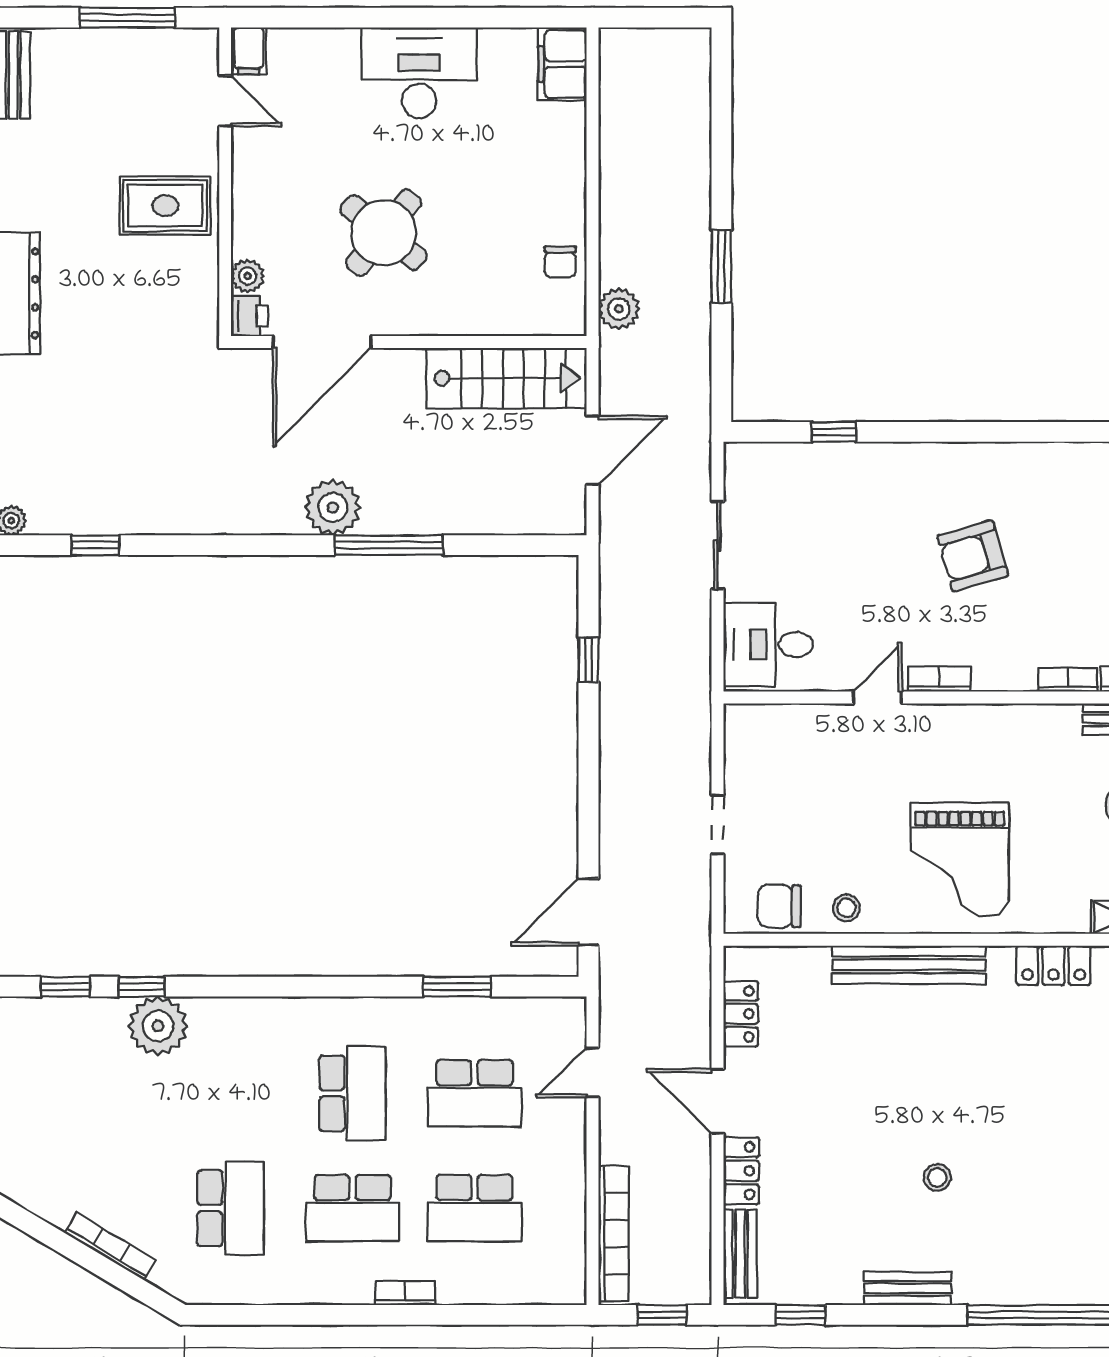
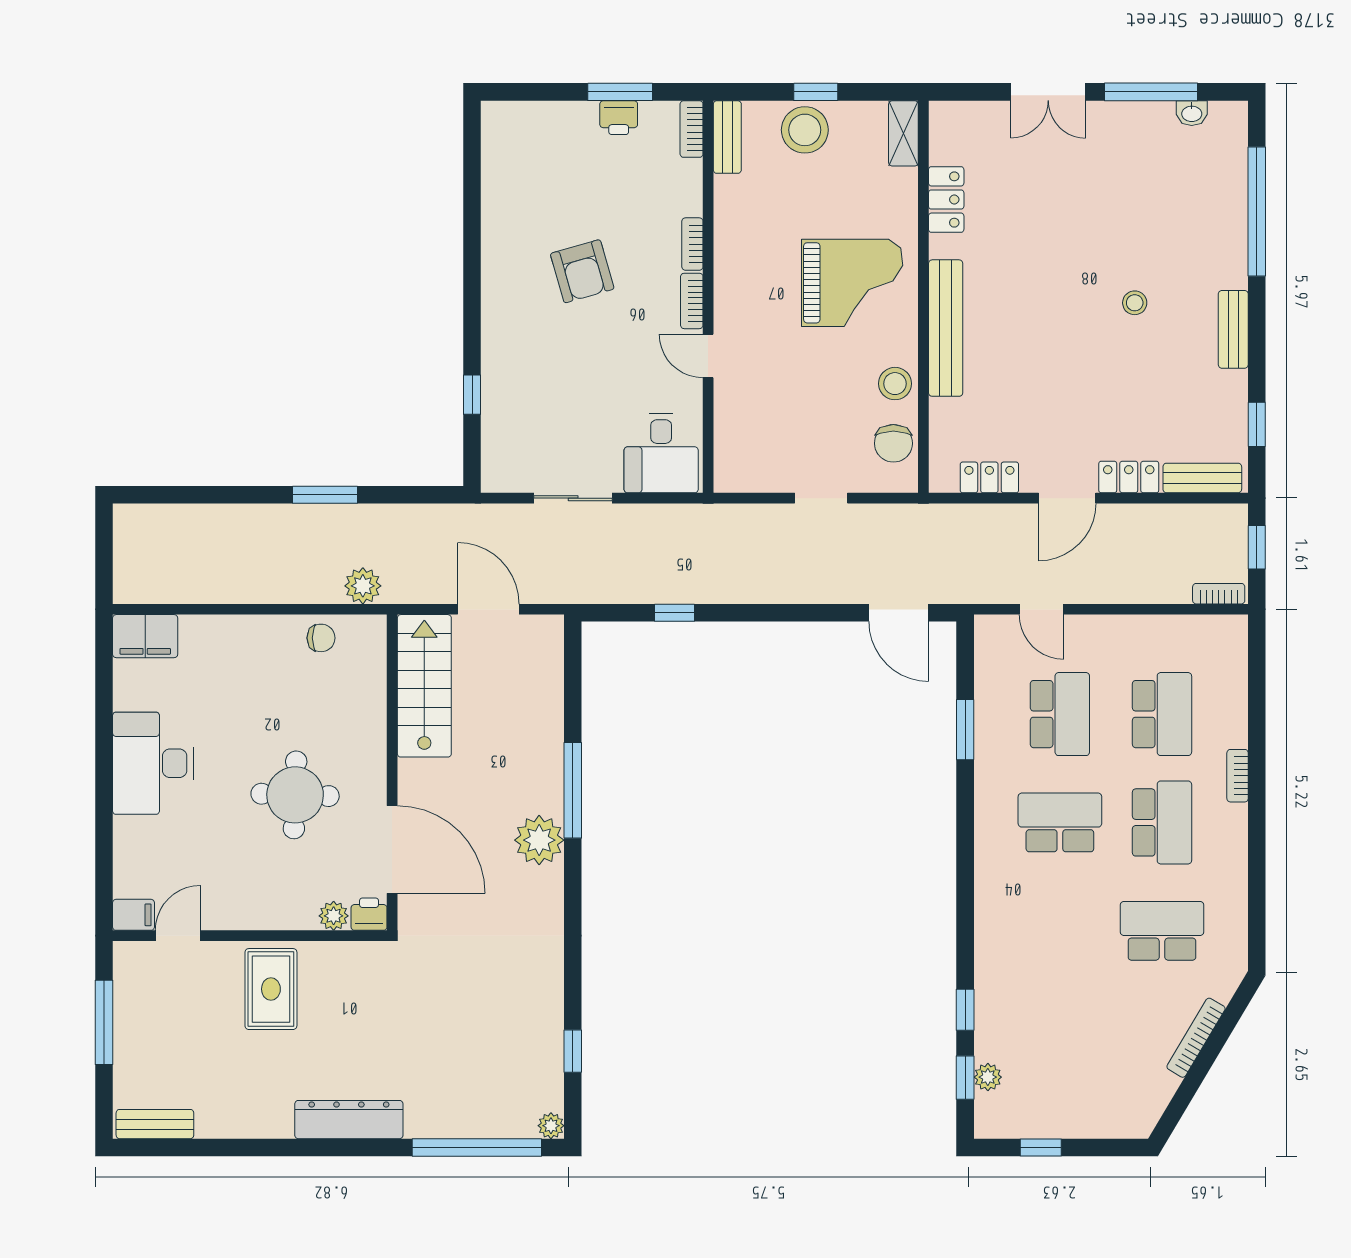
round table: (384, 233) -> (295, 795), turned -37
bookcase: (1068, 680) -> (692, 244), moved
stool: (846, 908) -> (895, 384), width x1.37, depth x1.37
plant: (158, 1026) -> (988, 1077), moved, width x0.53, depth x0.53
bookcase: (614, 1234) -> (1219, 594), width x0.43, depth x0.76

